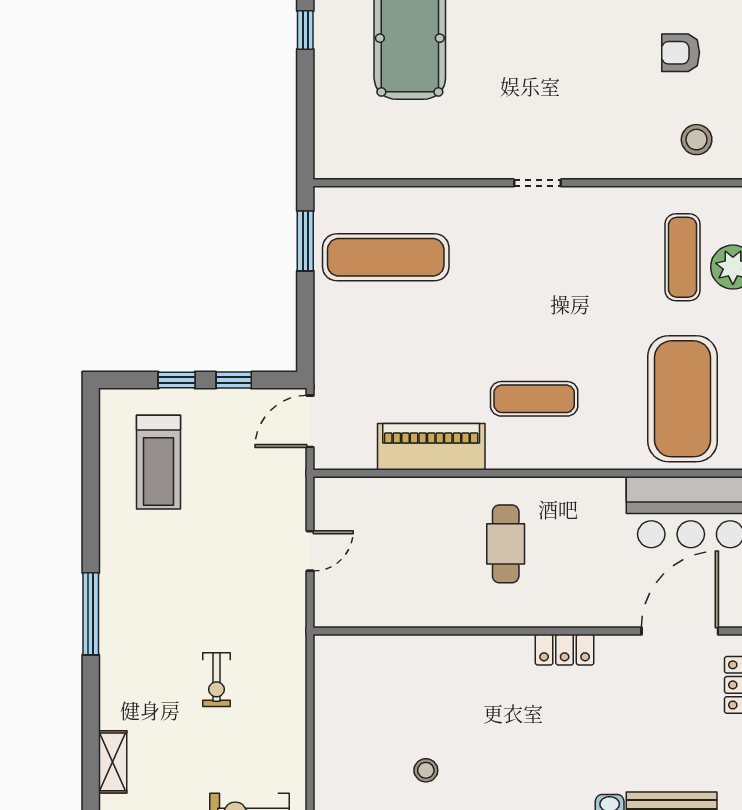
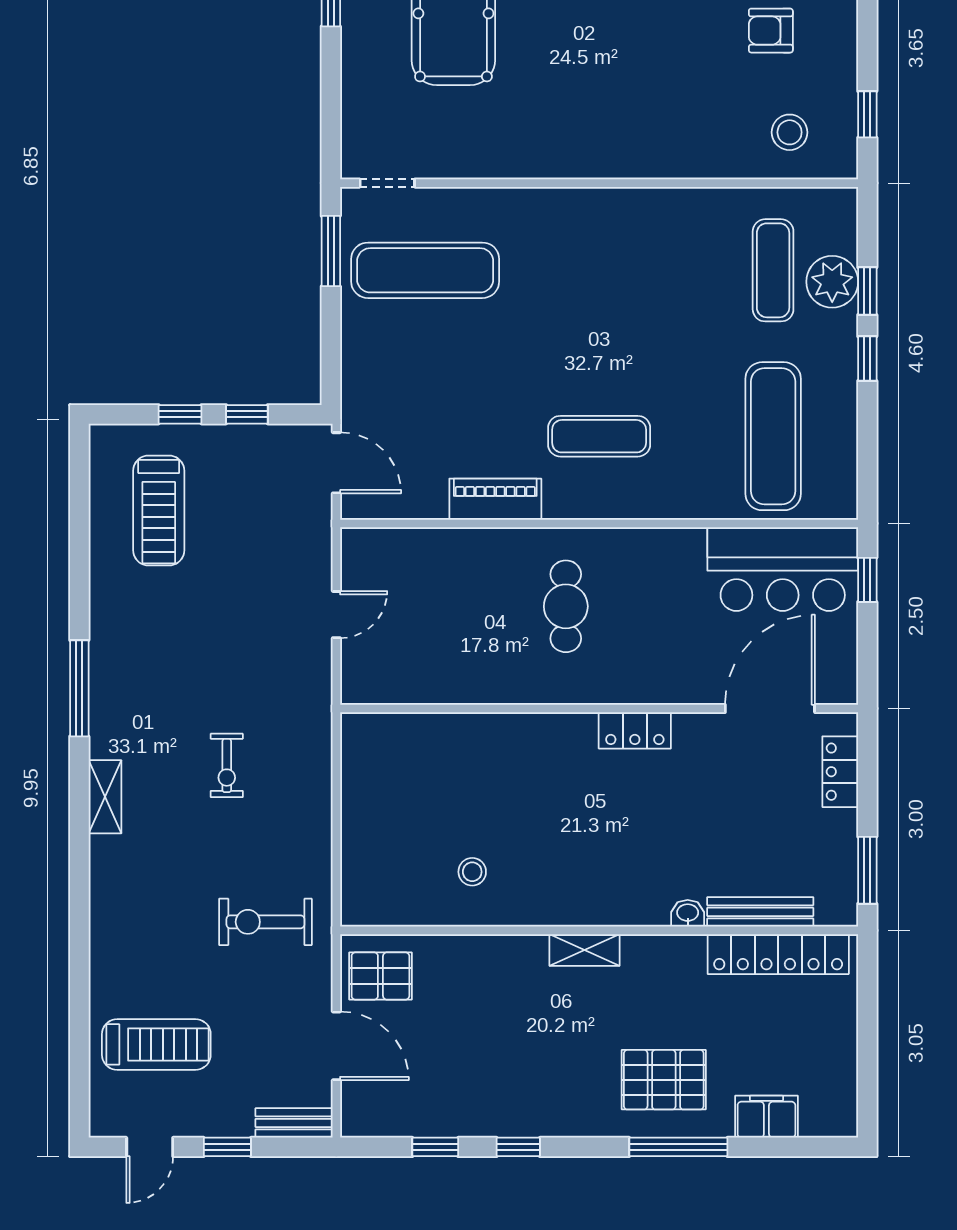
doorway: (538, 183) -> (387, 183), moved
exercise mat: (683, 399) -> (773, 436), width x0.68
door: (310, 421) -> (336, 463), swing flipped
piano: (431, 447) -> (495, 499), width x0.73, depth x0.75
shelving: (113, 762) -> (105, 797), moved

